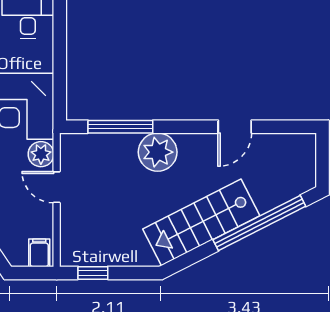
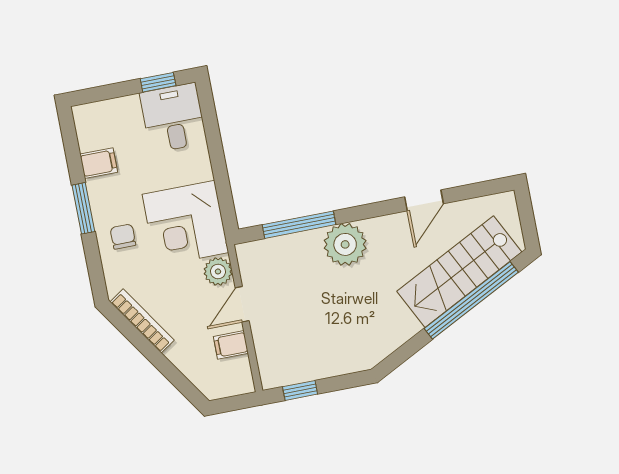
door: (57, 187) -> (242, 304), hinge flipped
stairs: (201, 222) -> (459, 272), moved
filing cabinet: (39, 253) -> (231, 345), moved, turned -90

